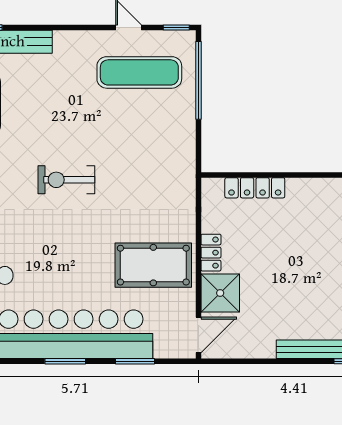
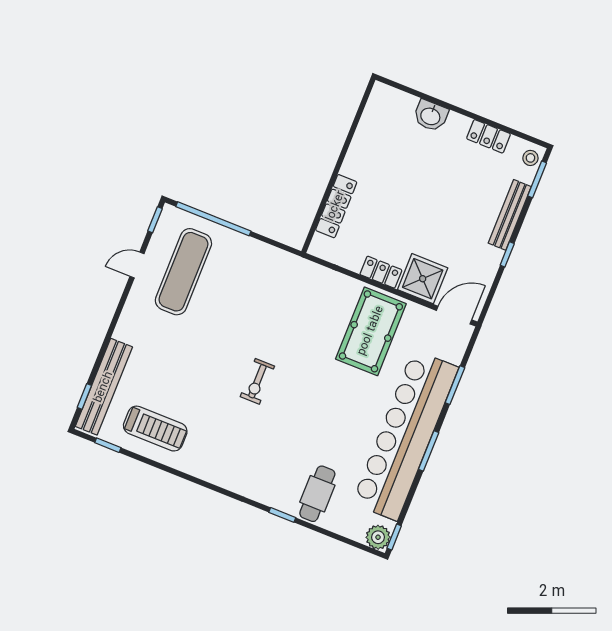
exercise bike: (66, 180) -> (257, 381), width x0.73, depth x0.72
door: (198, 335) -> (454, 315), hinge flipped
window: (273, 361) -> (507, 254), added

